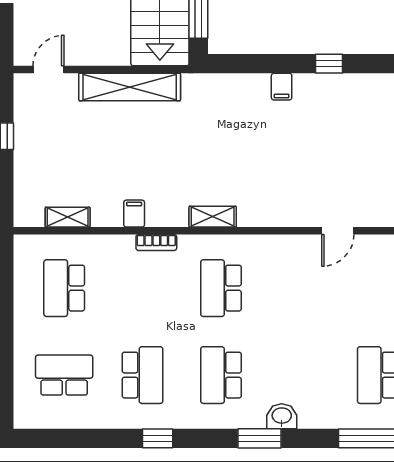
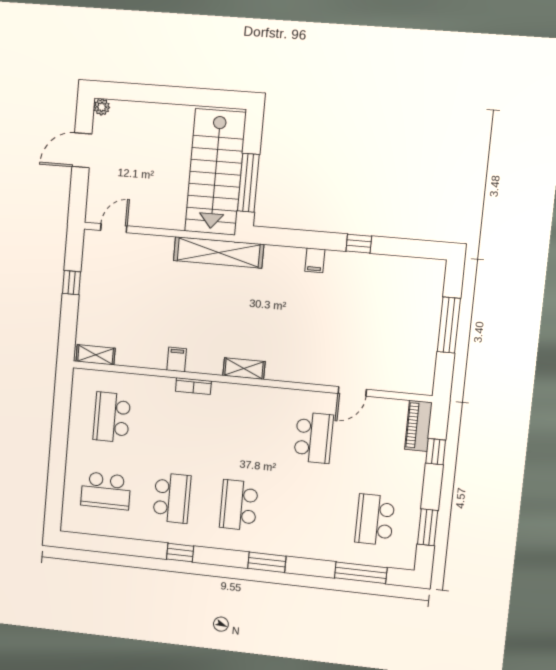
shelving: (130, 87) -> (219, 252), moved
shelving: (68, 217) -> (95, 355), moved
school desk: (221, 288) -> (314, 438), moved, turned 180
school desk: (64, 375) -> (106, 491), turned 180
washbasin: (282, 416) -> (288, 546), removed

